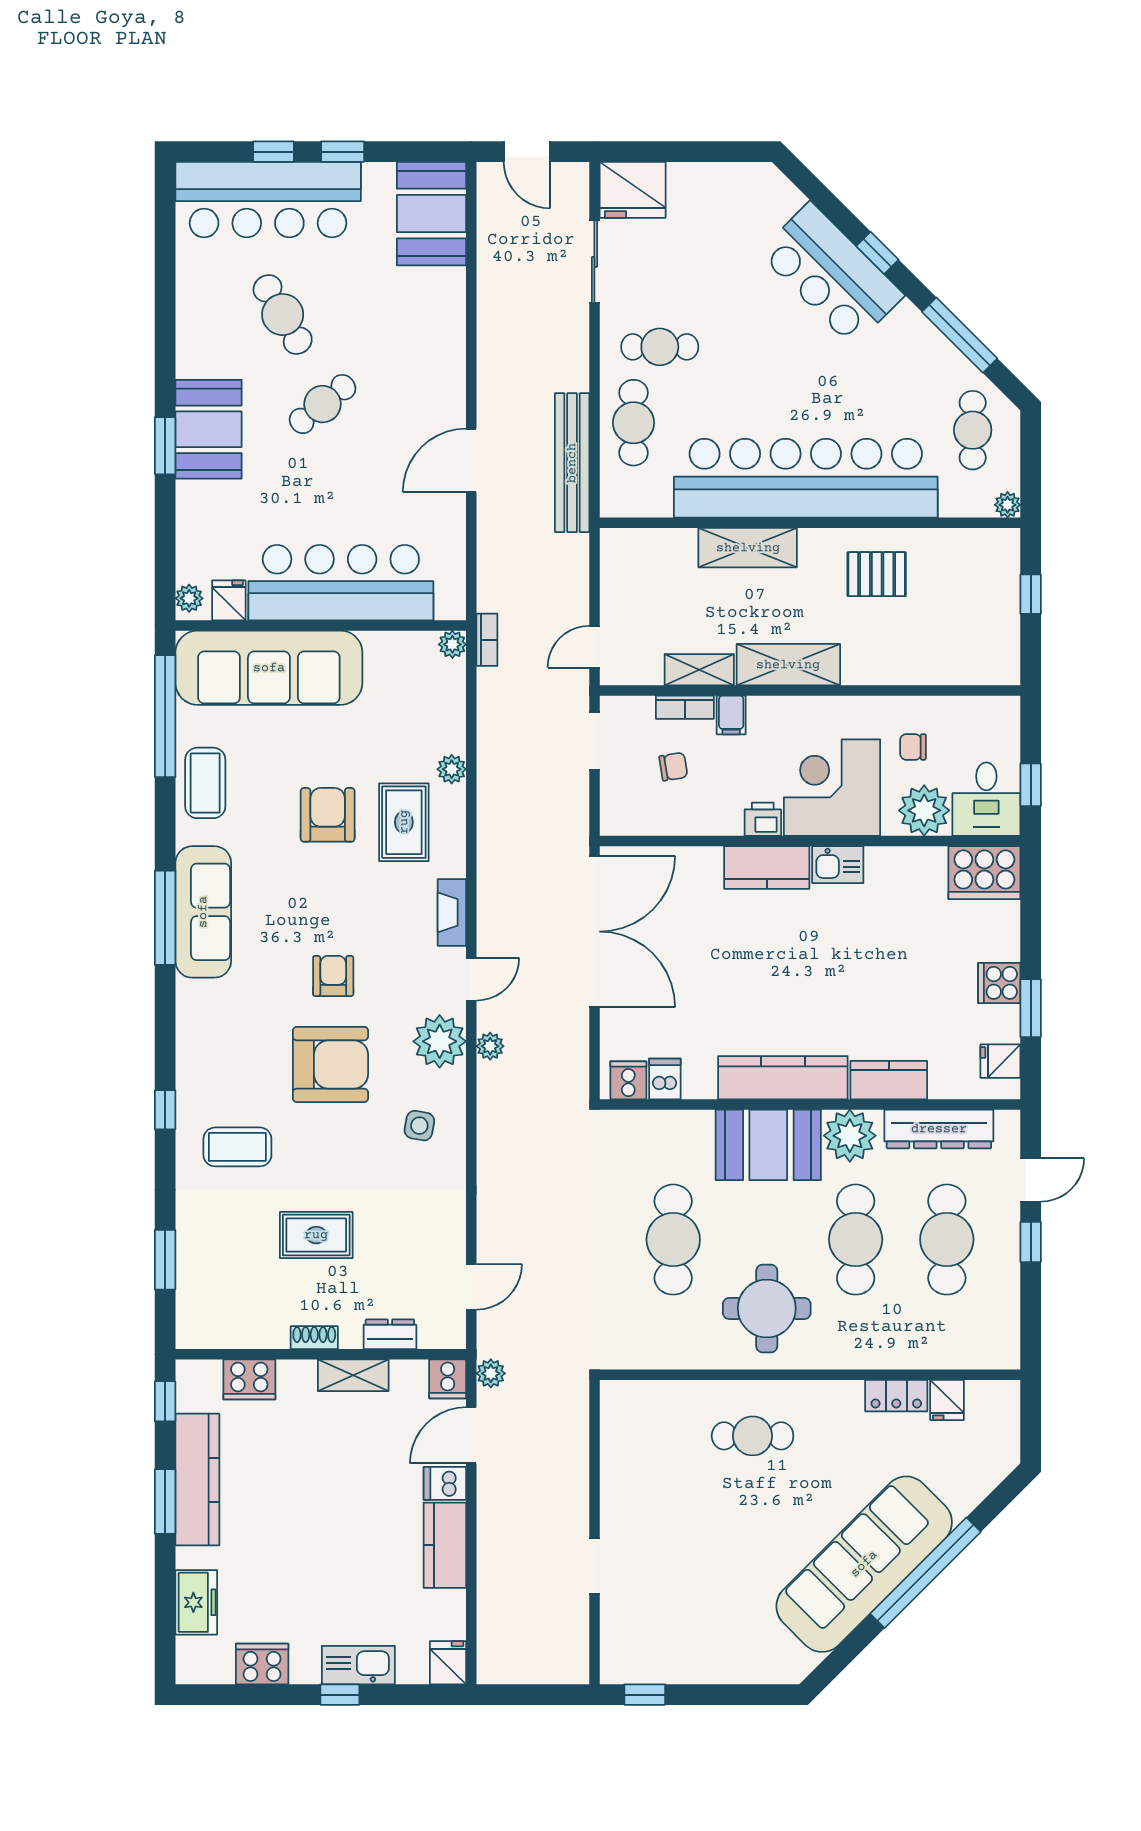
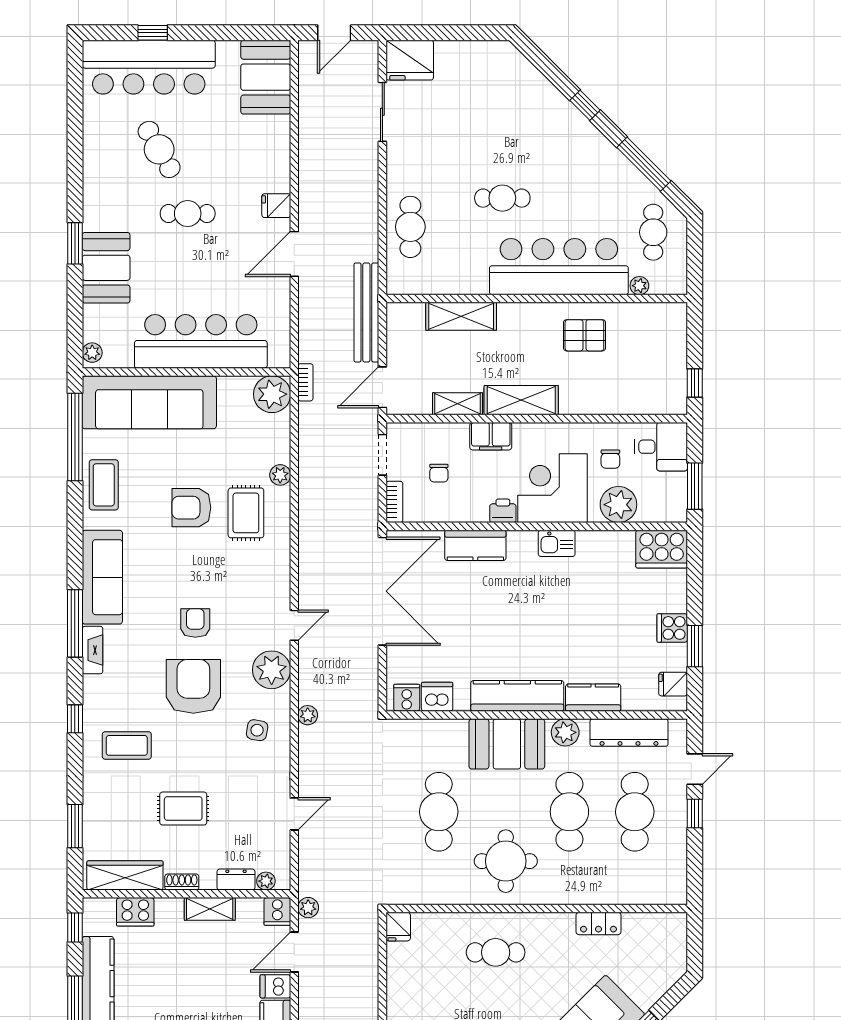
window: (343, 152) -> (202, 33), removed
door: (527, 152) -> (334, 33), hinge flipped
bar counter: (831, 274) -> (552, 121), removed
cafe table: (660, 347) -> (502, 198), moved
cafe table: (322, 404) -> (188, 214), turned 39
booth: (209, 429) -> (106, 268), moved
bench: (572, 463) -> (366, 312), moved
bar counter: (806, 478) -> (559, 267), width x0.73
plant: (1008, 505) -> (639, 286), moved
shelving: (748, 548) -> (461, 316), moved
window: (1031, 594) -> (695, 383), moved
fridge: (229, 600) -> (276, 206), moved, turned -90
plant: (452, 644) -> (272, 394), width x1.88, depth x1.88
door: (594, 647) -> (382, 387), width x1.38
bookcase: (685, 707) -> (394, 502), moved, turned -90
filing cabinet: (731, 715) -> (491, 436), width x2.00
chair: (913, 747) -> (610, 459), turned -90
chair: (673, 767) -> (439, 473), turned 99
window: (1031, 785) -> (695, 486), width x1.50
desk: (986, 799) -> (661, 447), moved, turned -90
armchair: (328, 815) -> (191, 508), turned -90
kitchen counter: (767, 867) -> (475, 545), moved
fireplace: (452, 912) -> (93, 650), moved, turned 180
window: (165, 918) -> (75, 623), moved
plant: (490, 1046) -> (308, 715), moved
armchair: (330, 1064) -> (193, 686), turned -90
dishwasher: (665, 1079) -> (437, 697), width x1.38
plant: (850, 1136) -> (565, 732), width x0.73, depth x0.73
door: (471, 1287) -> (294, 814), moved
wardrobe: (235, 1328) -> (125, 875), added
plant: (432, 1336) -> (266, 881), added
fridge: (947, 1400) -> (398, 927), moved

